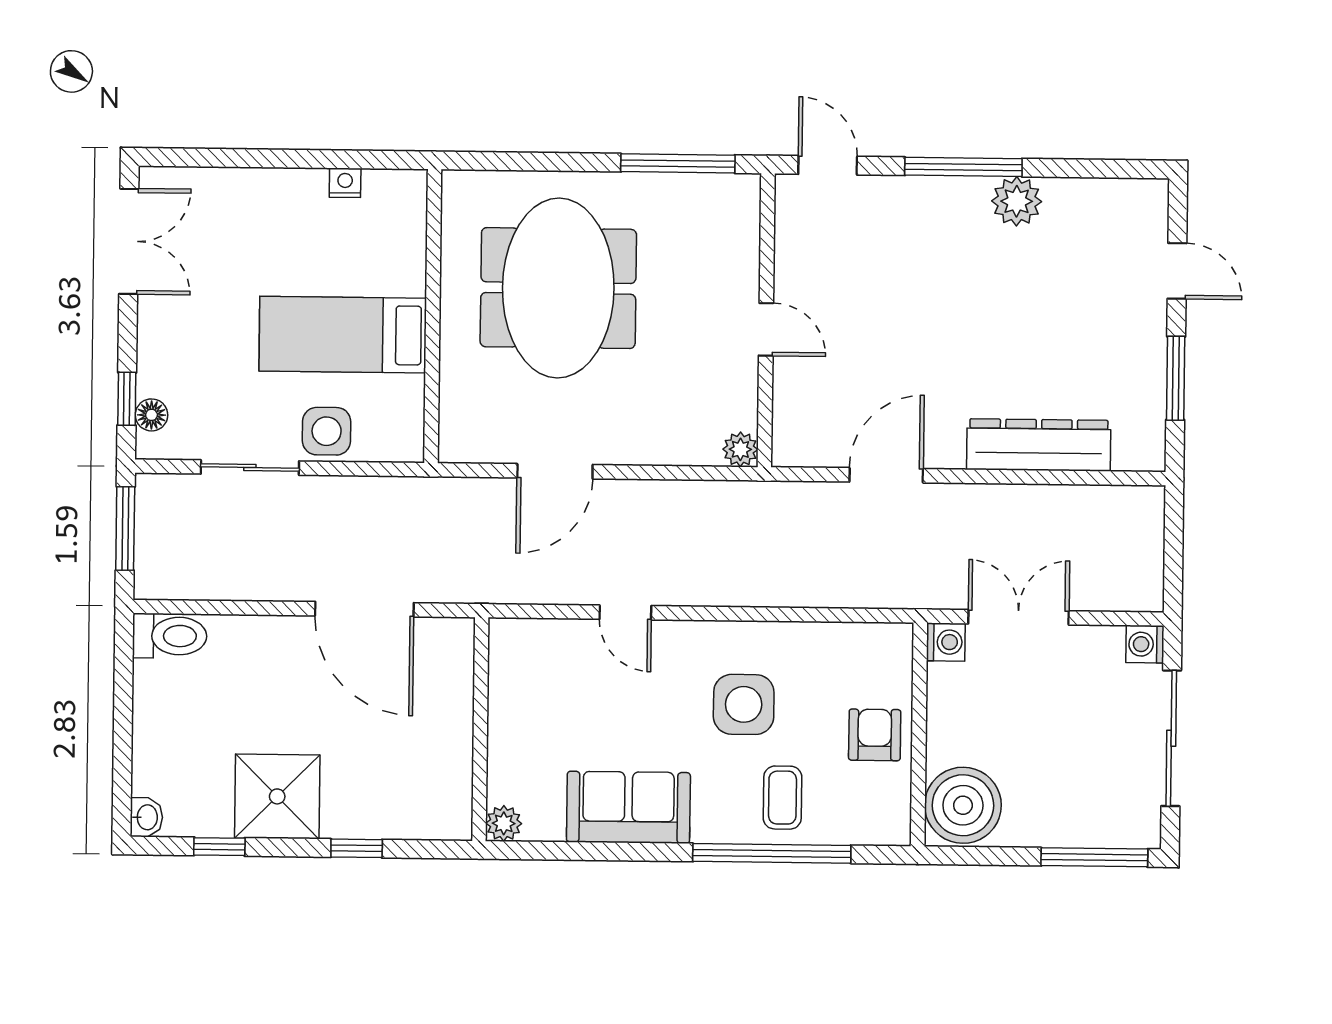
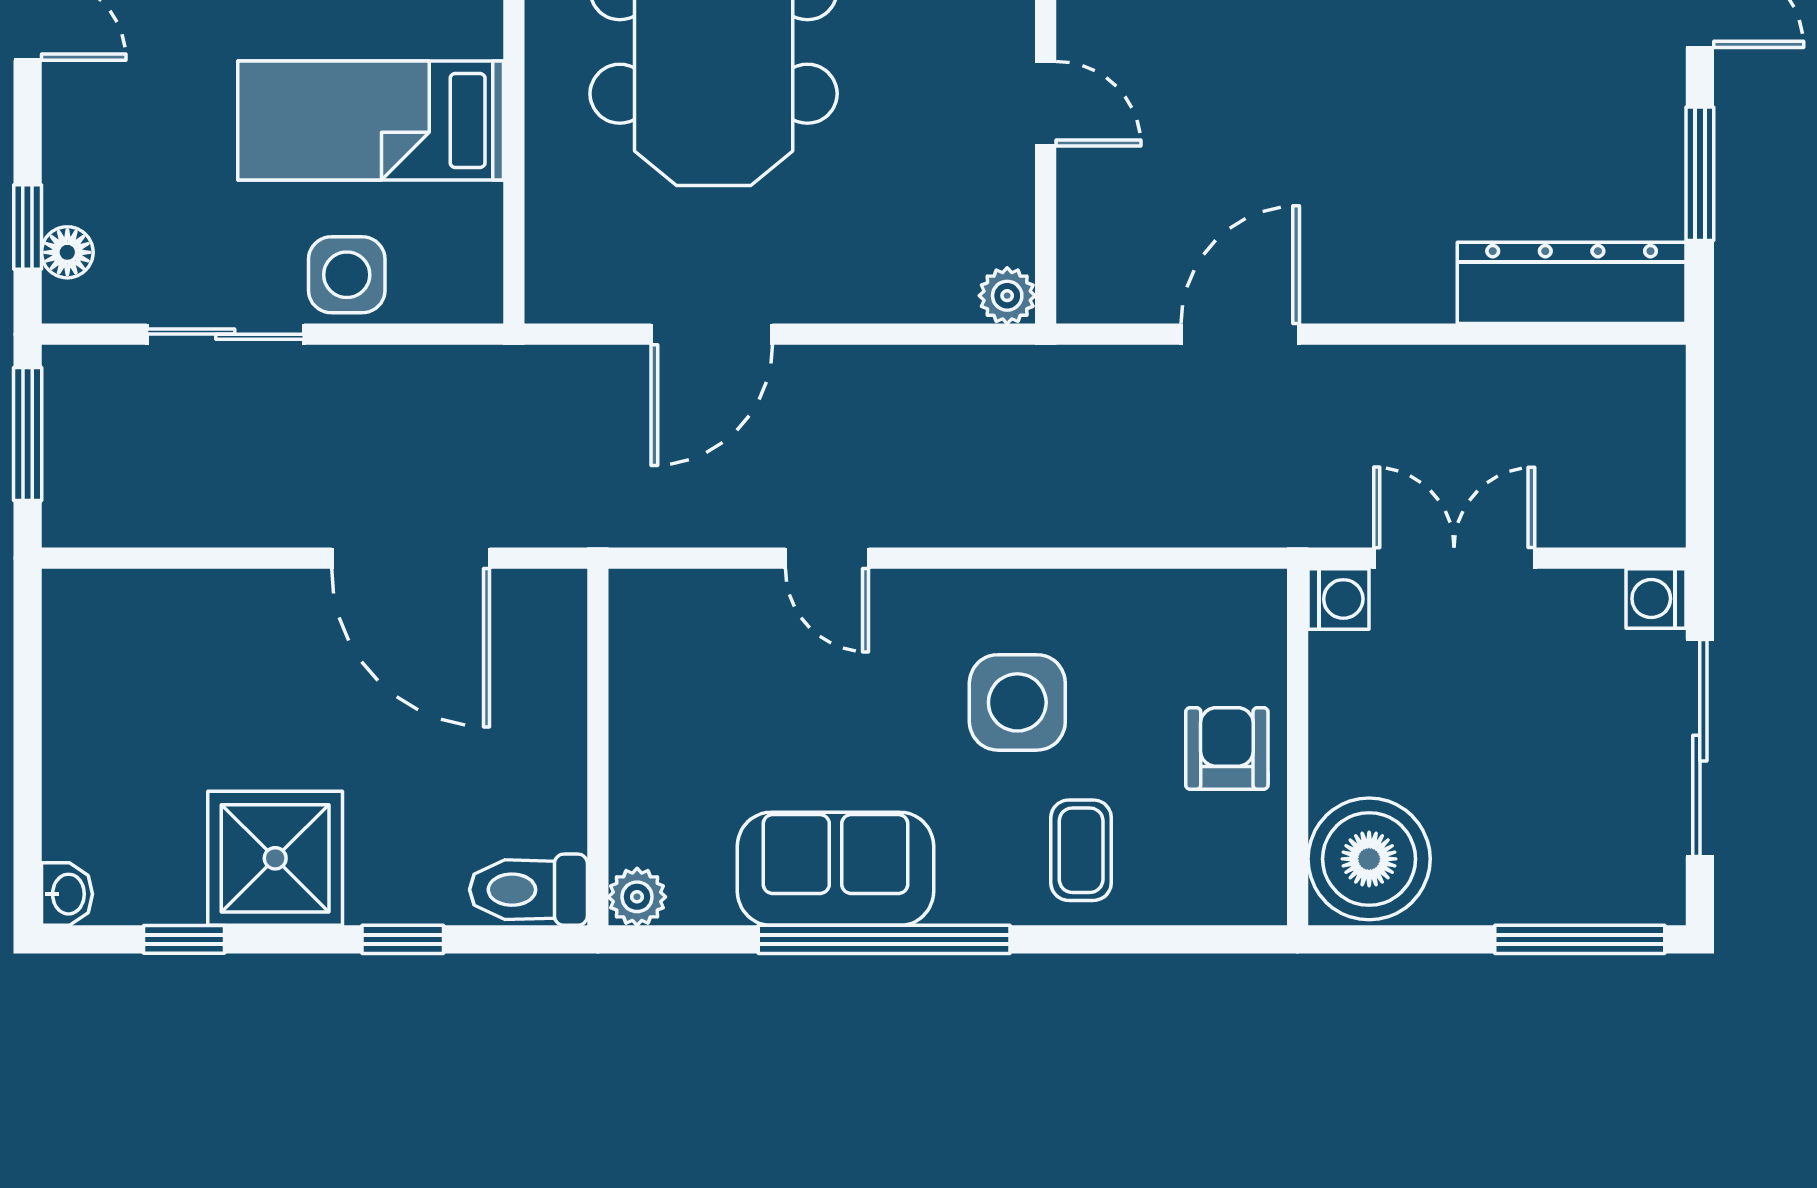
dresser: (1039, 445) -> (1572, 283), moved
toilet: (170, 636) -> (528, 890), moved, turned 180
window: (772, 853) -> (884, 939), moved

